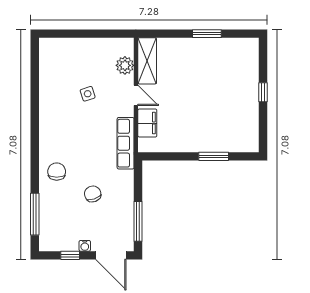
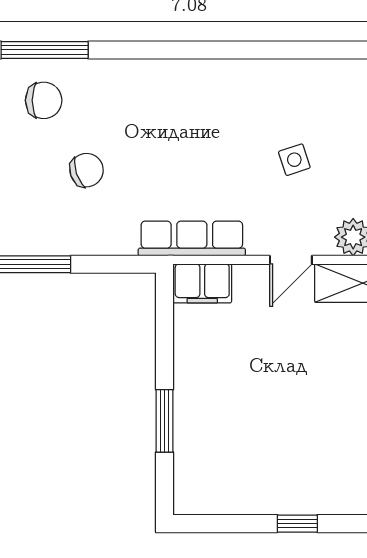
filing cabinet: (147, 123) -> (202, 283), moved
chair: (57, 172) -> (44, 100), moved

